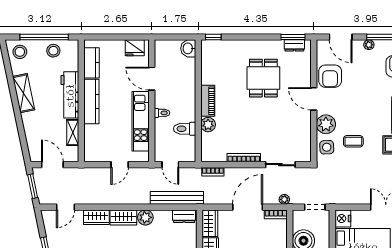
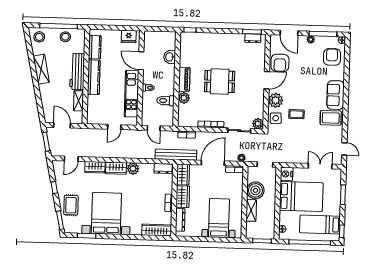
washbasin: (188, 48) -> (170, 57), moved
dining table: (263, 78) -> (220, 82), moved, turned 90
door: (314, 99) -> (267, 80), swing flipped
plant: (304, 155) -> (258, 124), added
bench: (177, 198) -> (176, 155), moved

